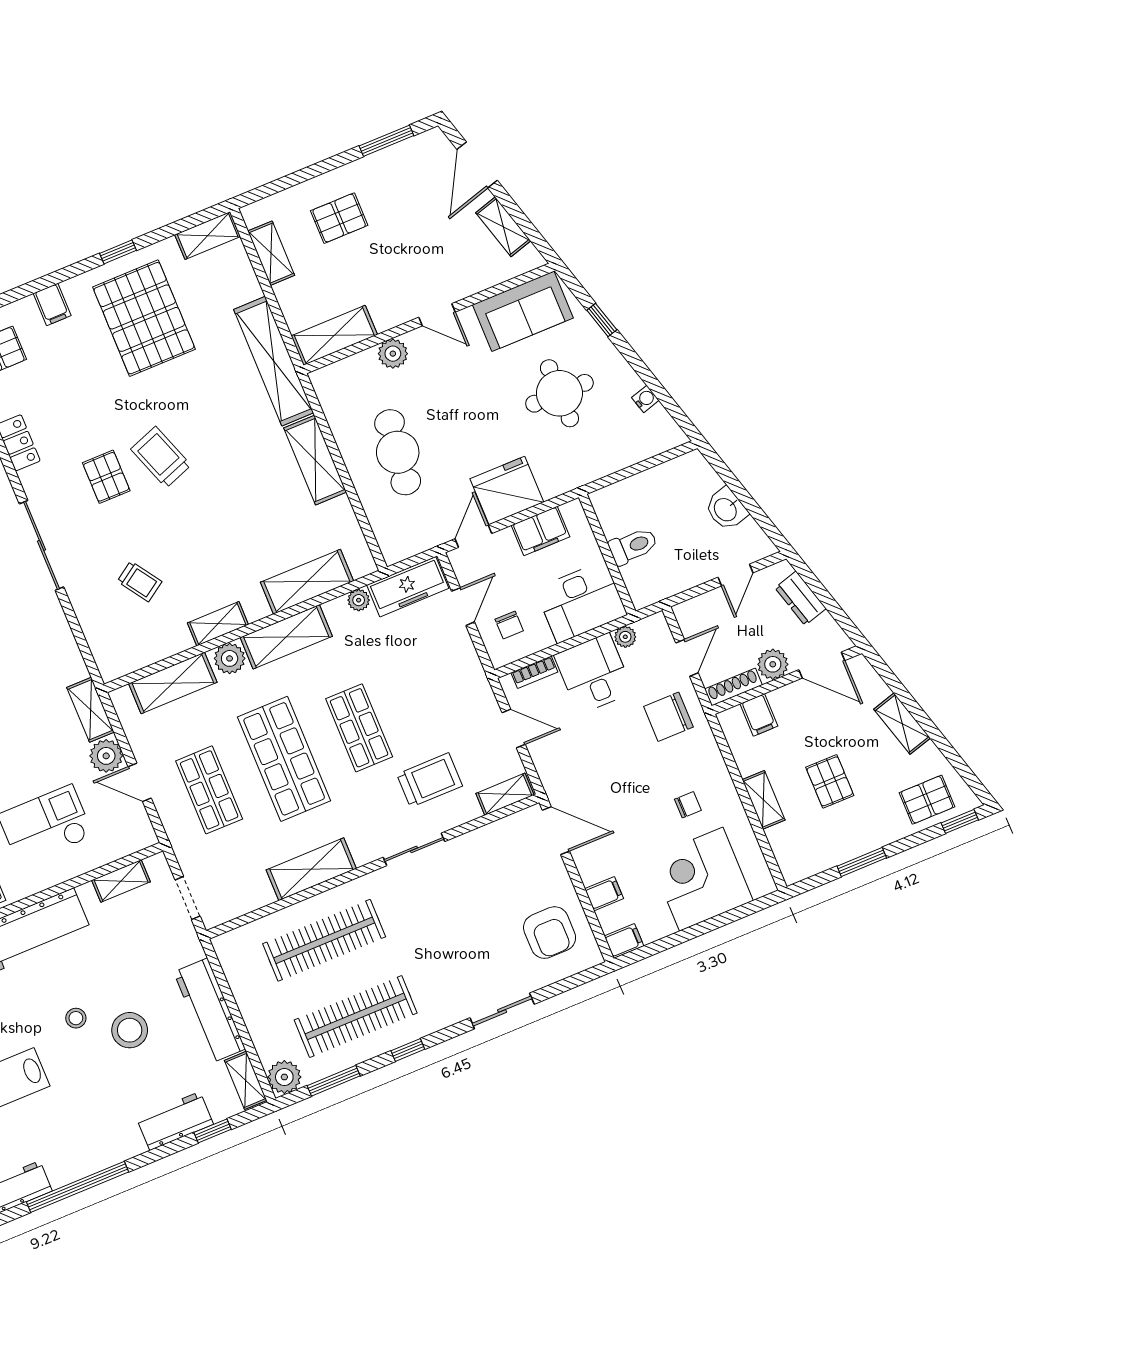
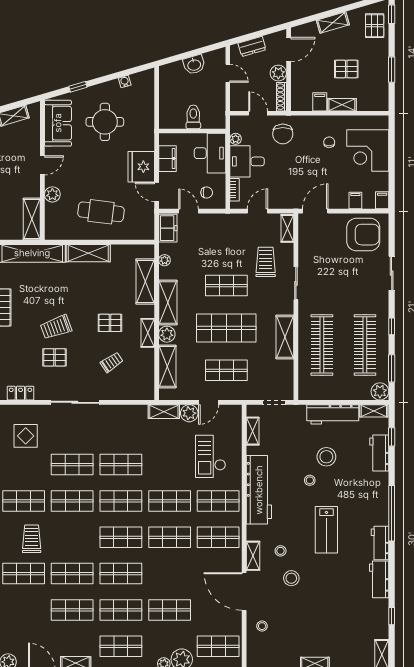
pallet: (208, 550) -> (110, 323), added
freezer: (408, 587) -> (168, 228), width x0.71
filing cabinet: (759, 715) -> (320, 102), moved, turned -90
armchair: (550, 933) -> (363, 235), width x1.36, depth x1.36

